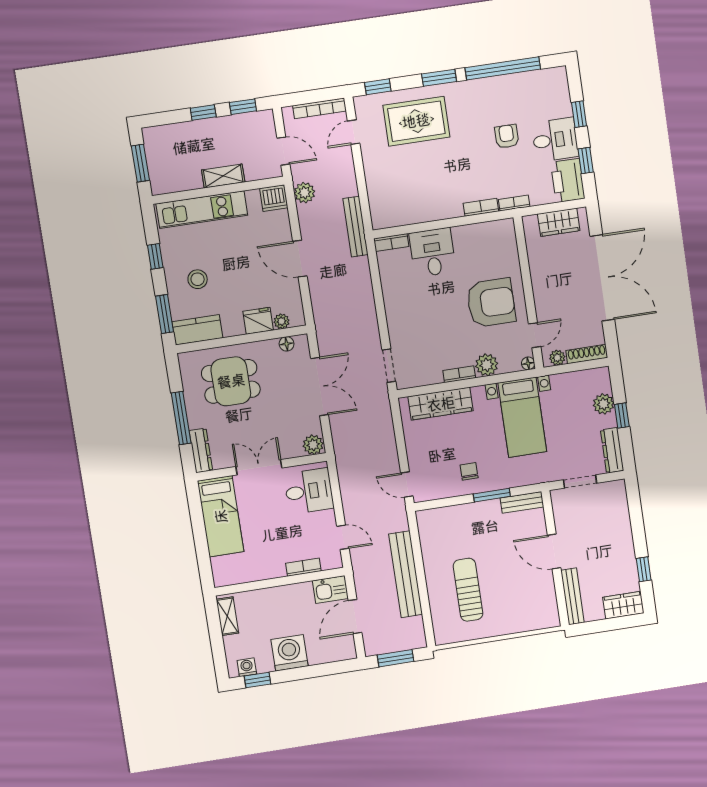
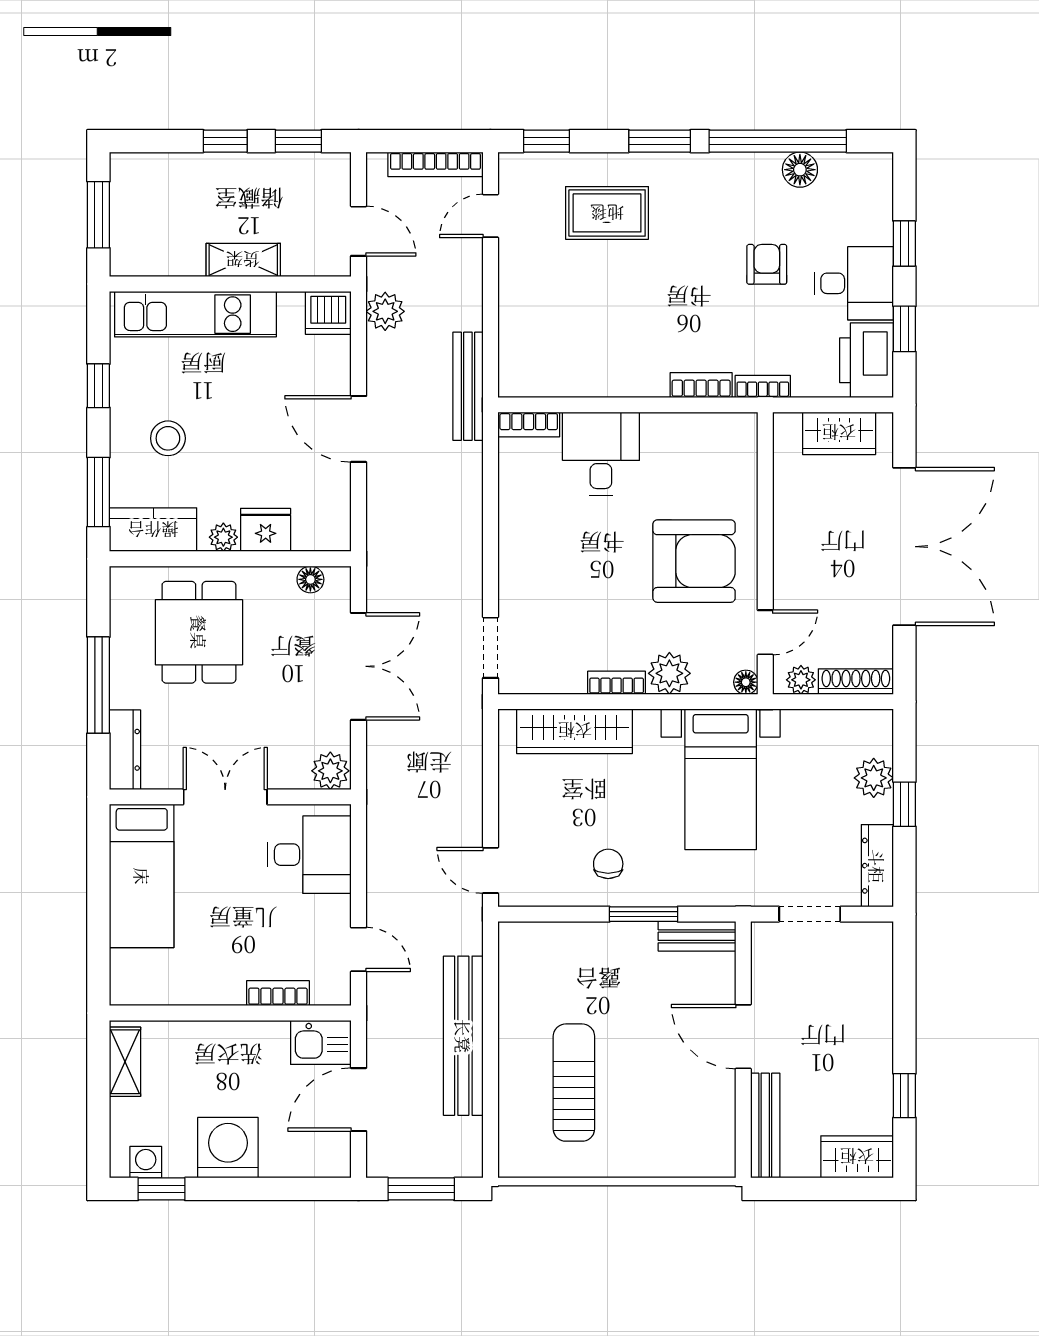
floor lamp: (517, 82) -> (800, 170), added
rug: (416, 121) -> (607, 213), width x0.73, depth x0.70
plant: (282, 321) -> (223, 537), moved
dining table: (231, 381) -> (199, 632), turned 90

